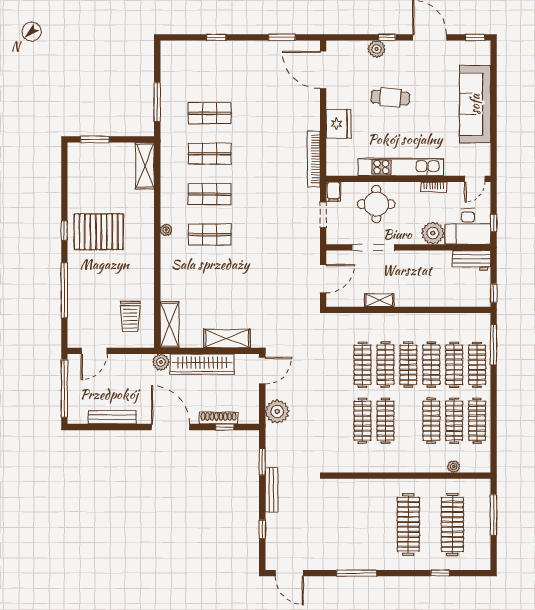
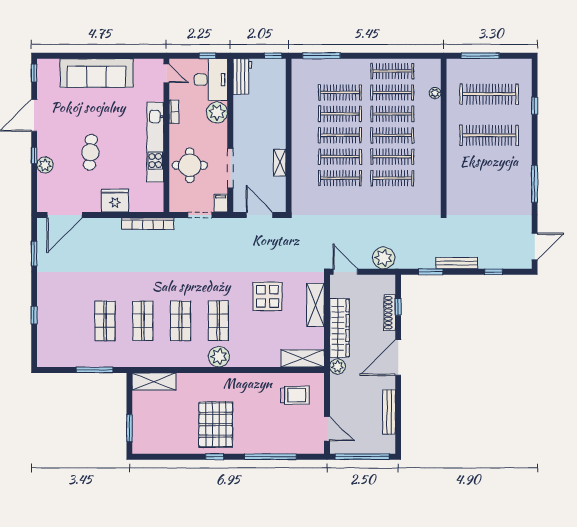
filing cabinet: (333, 192) -> (221, 203), moved, turned -90
plant: (166, 230) -> (219, 357), width x1.88, depth x1.88
display table: (236, 287) -> (268, 296), added
clothes rail: (477, 365) -> (392, 135), moved

